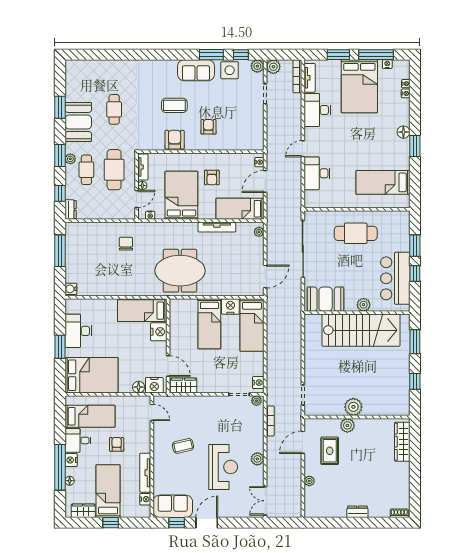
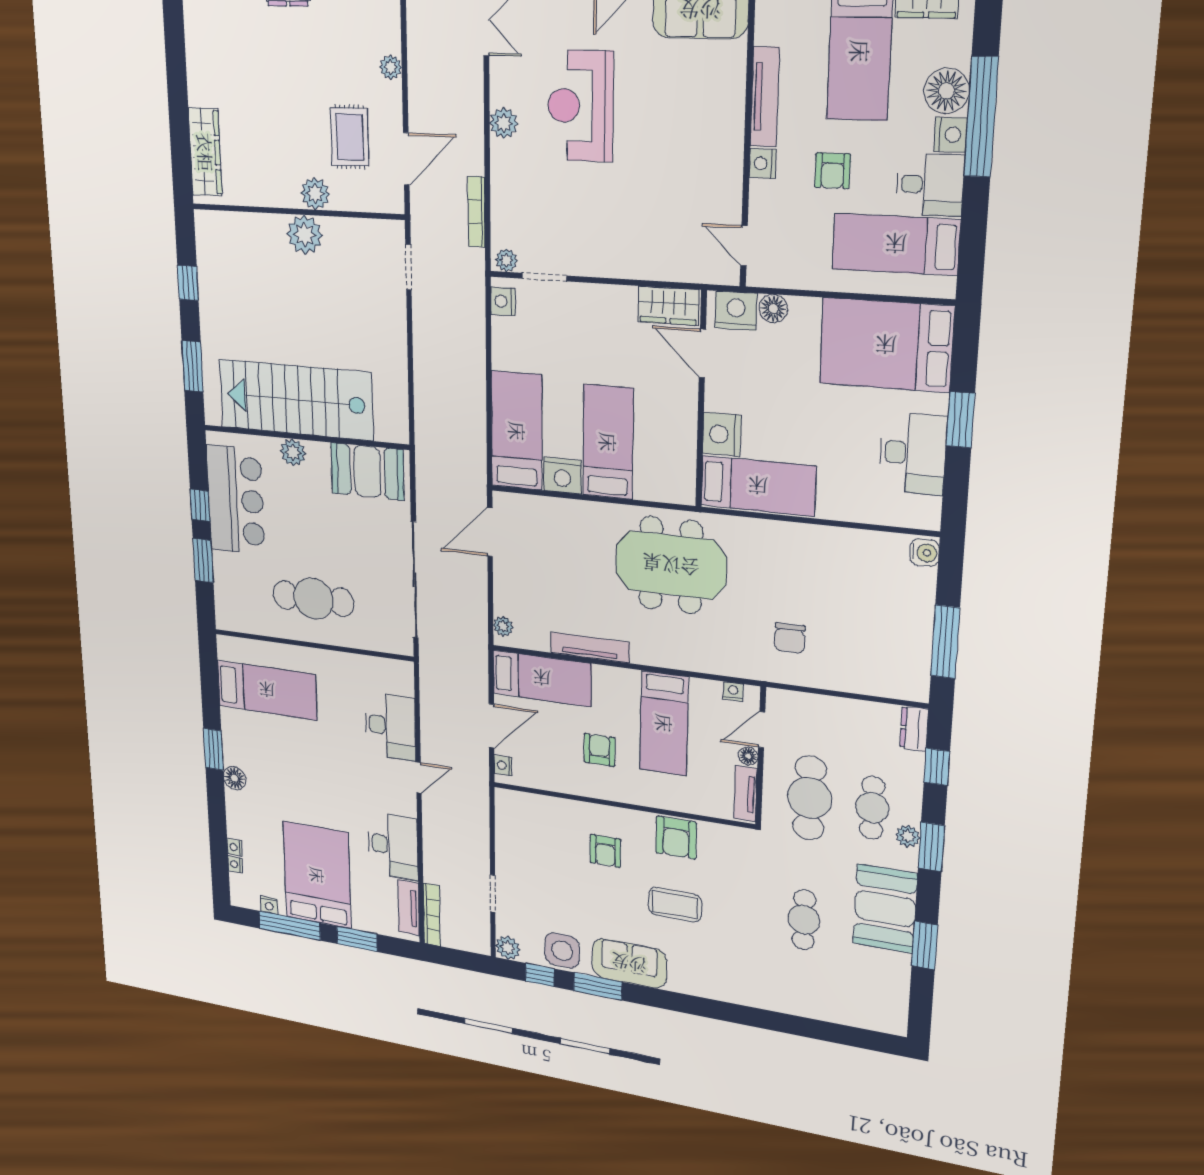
plant: (273, 67) -> (477, 941), removed
bed: (181, 195) -> (664, 723), width x0.67
coffee table: (183, 446) -> (673, 161), removed
floor lamp: (70, 481) -> (947, 91), width x1.89, depth x1.89
nightstand: (145, 499) -> (763, 164), moved

